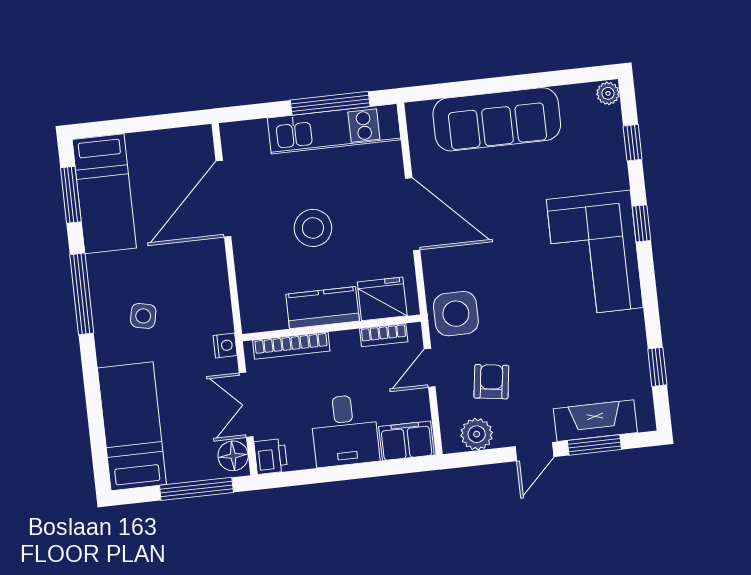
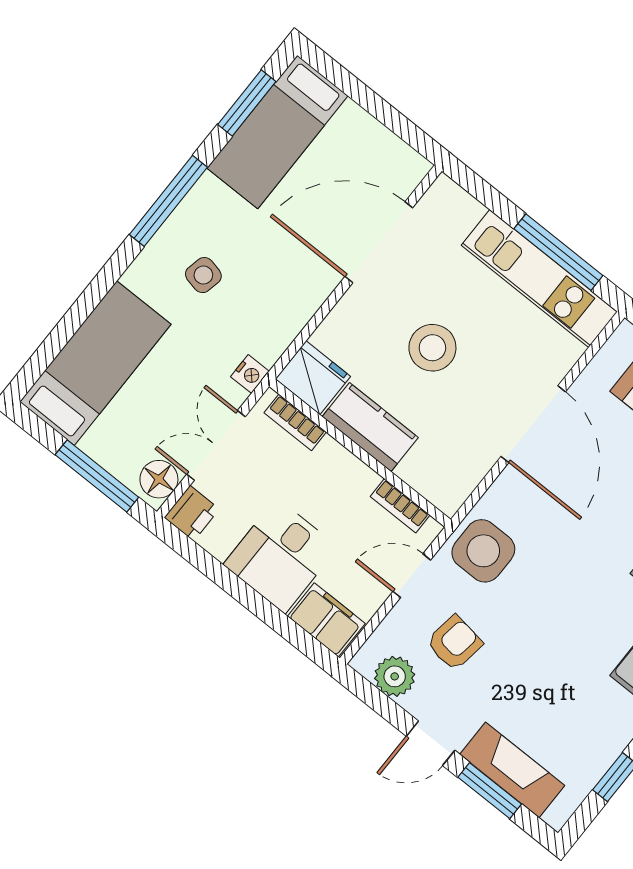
fridge: (382, 299) -> (313, 378), moved
bookcase: (291, 346) -> (295, 422), width x0.64

